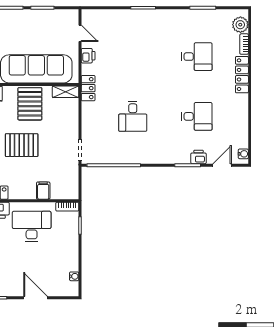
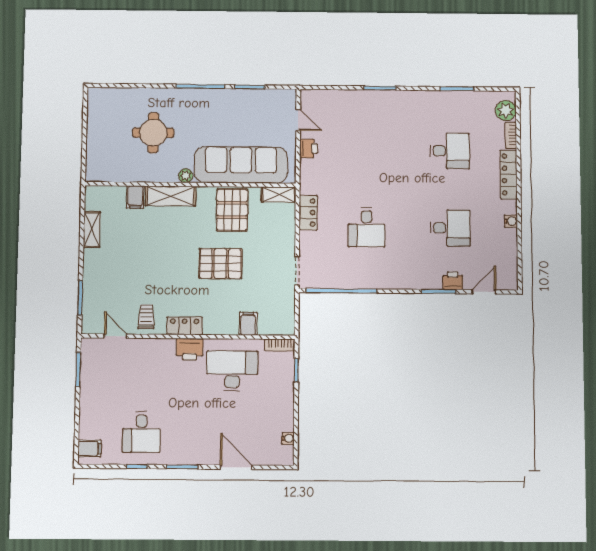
locker: (88, 88) -> (308, 213), moved
water cooler: (243, 154) -> (511, 221), moved

